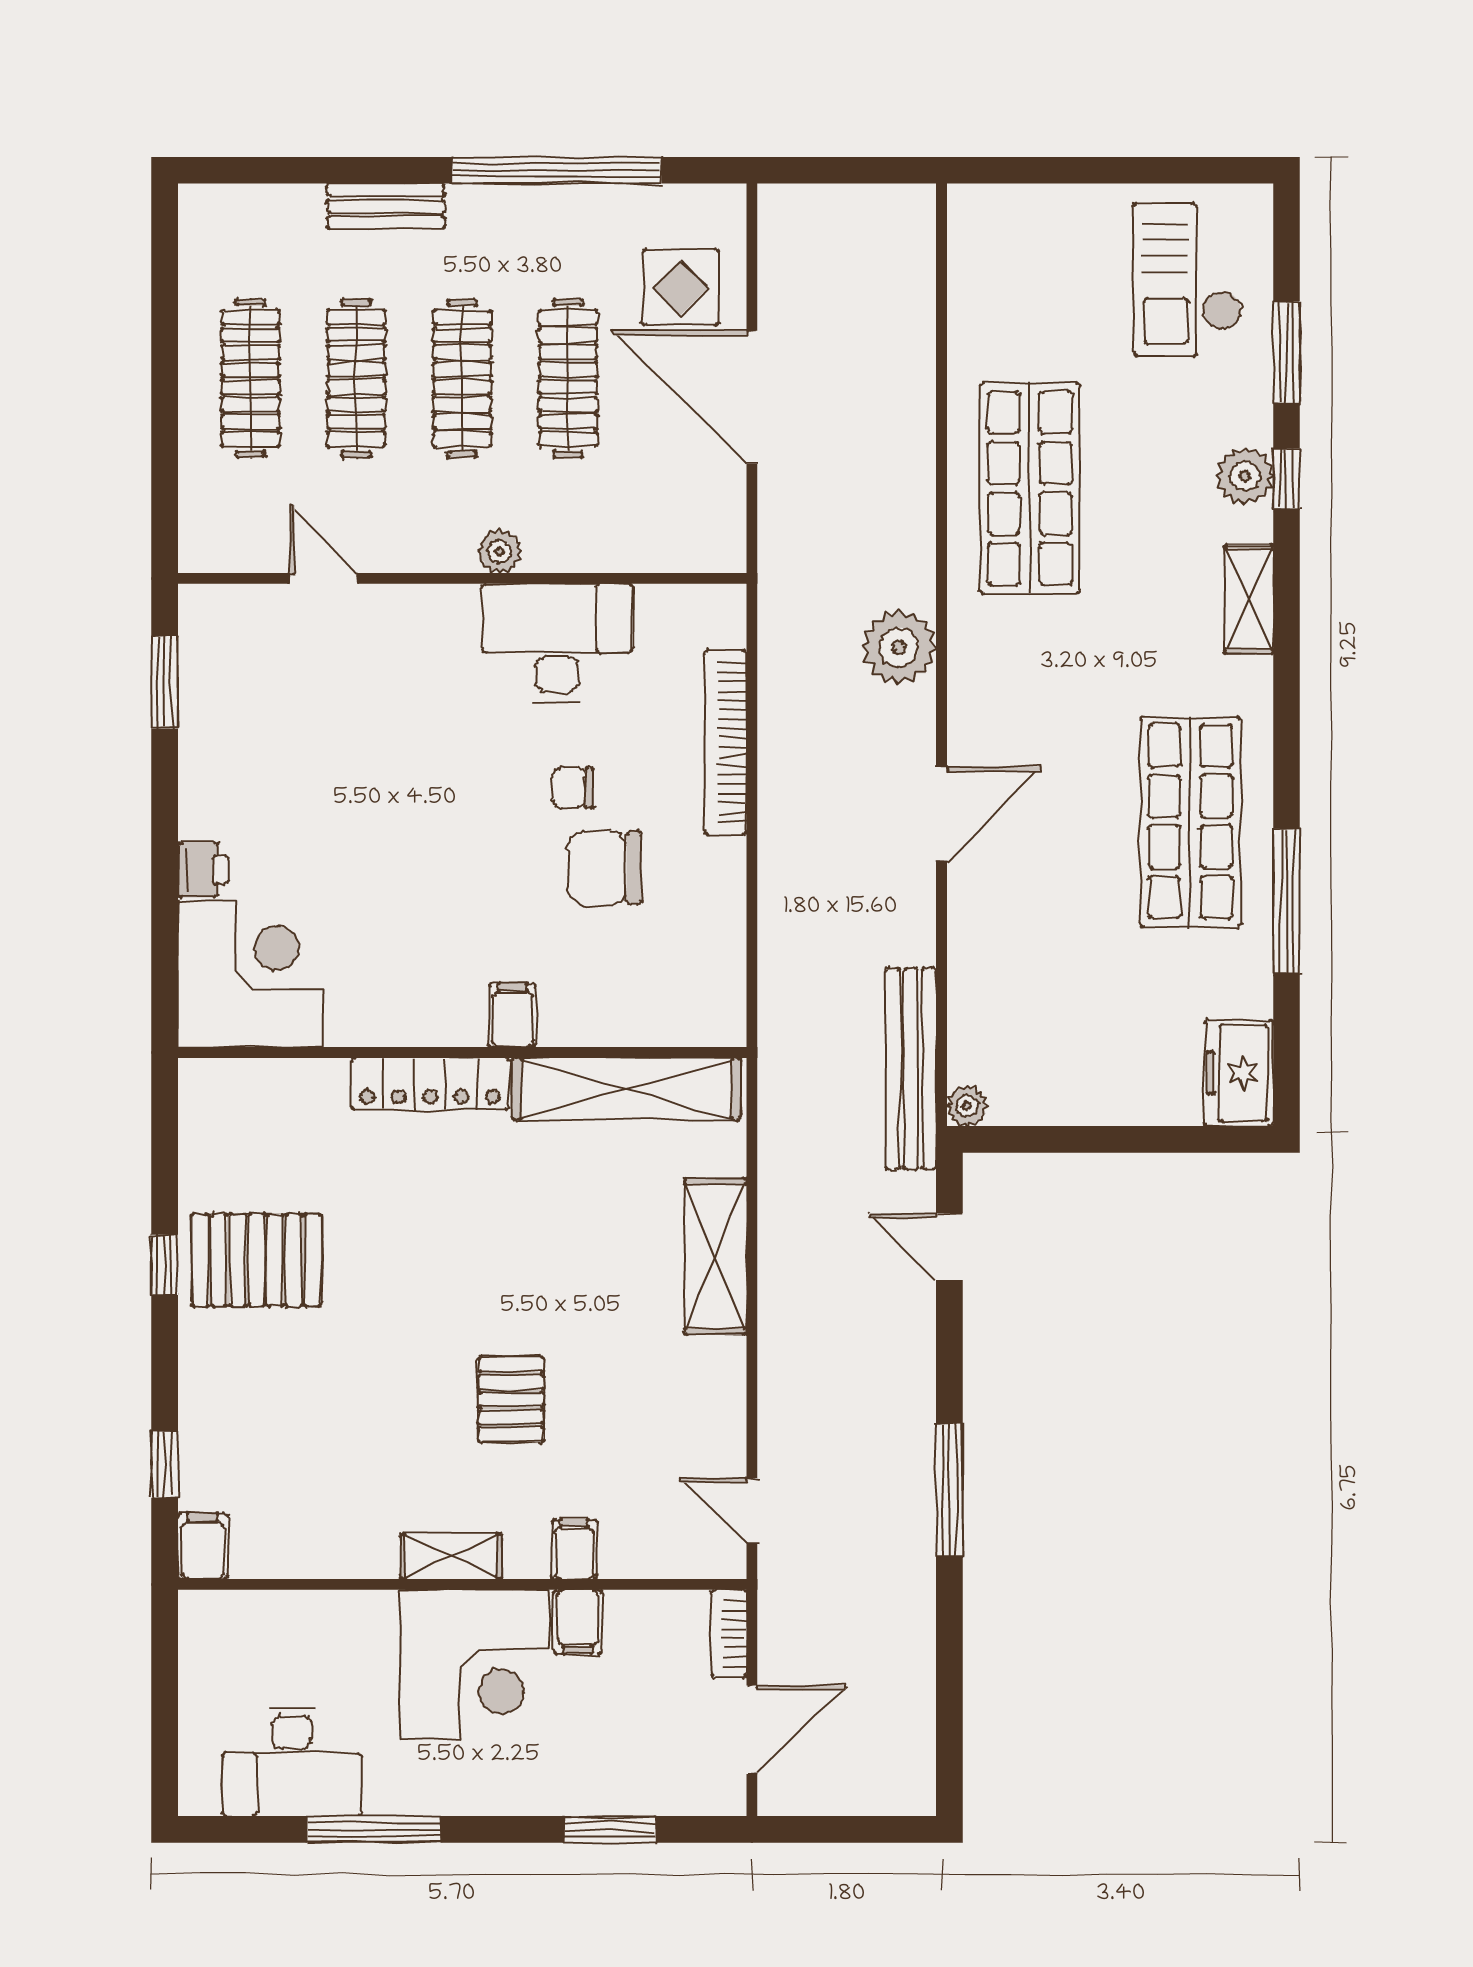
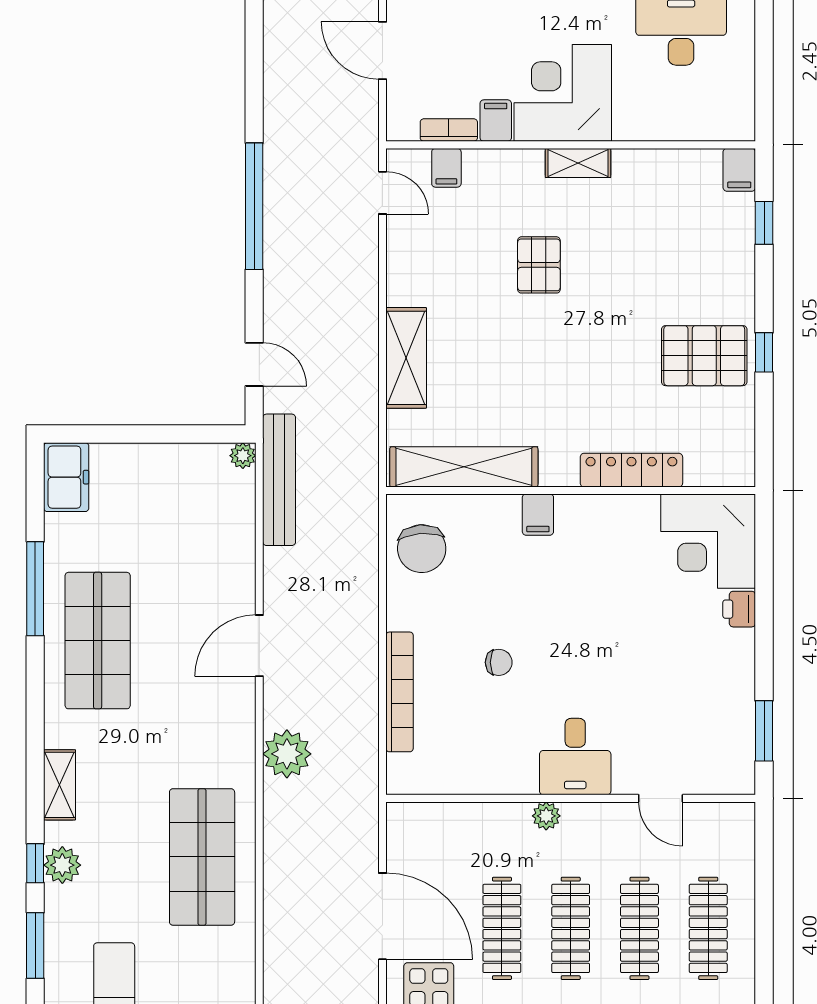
desk: (557, 643) -> (575, 757), moved, width x0.73
chair: (604, 868) -> (422, 549), moved, turned 86
locker: (430, 1084) -> (631, 470), moved
window: (949, 1490) -> (254, 206), width x1.46
filing cabinet: (575, 1549) -> (446, 168), moved
bookcase: (729, 1634) -> (449, 130), moved, turned -90
door: (752, 1730) -> (382, 51), hinge flipped

